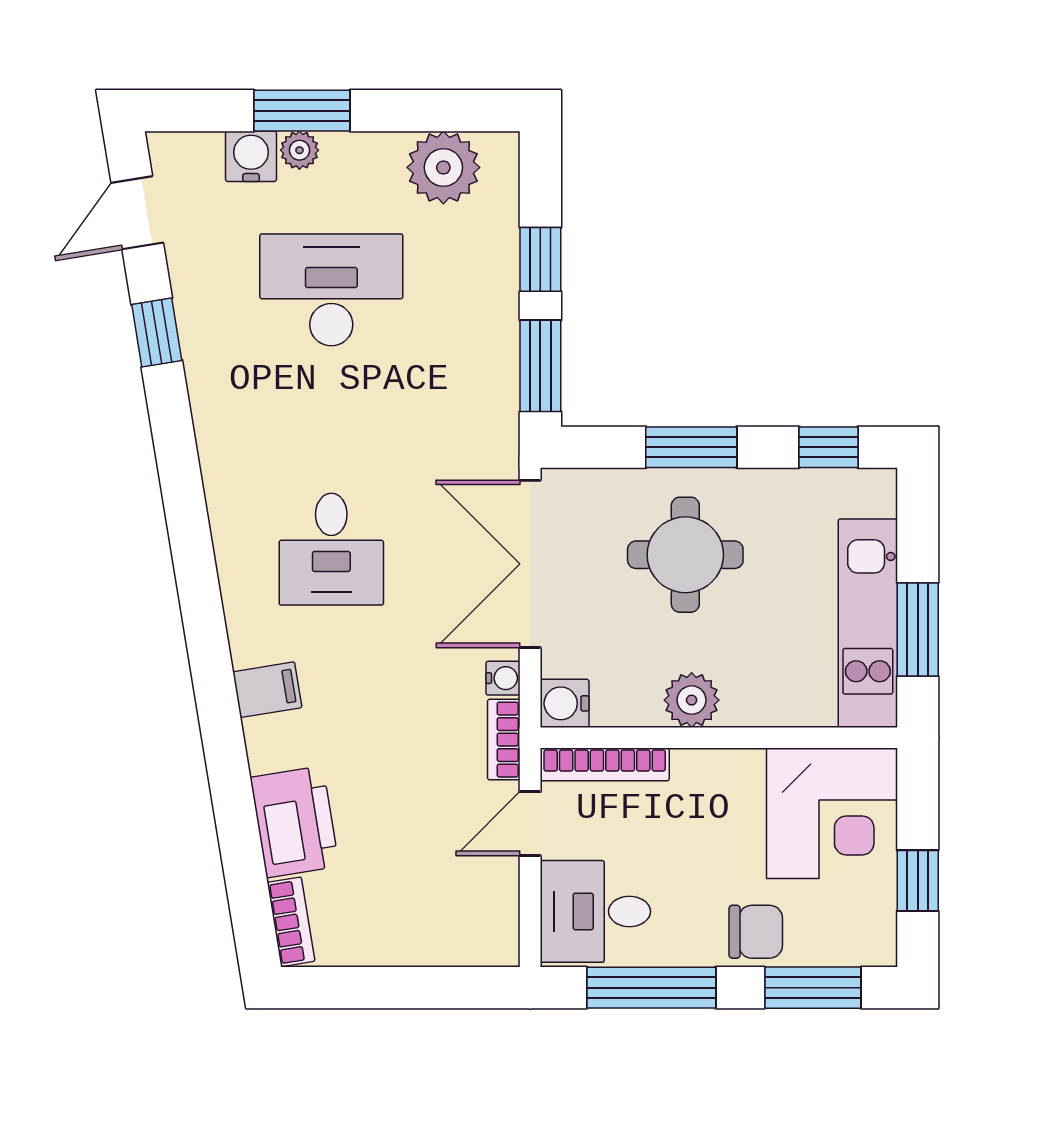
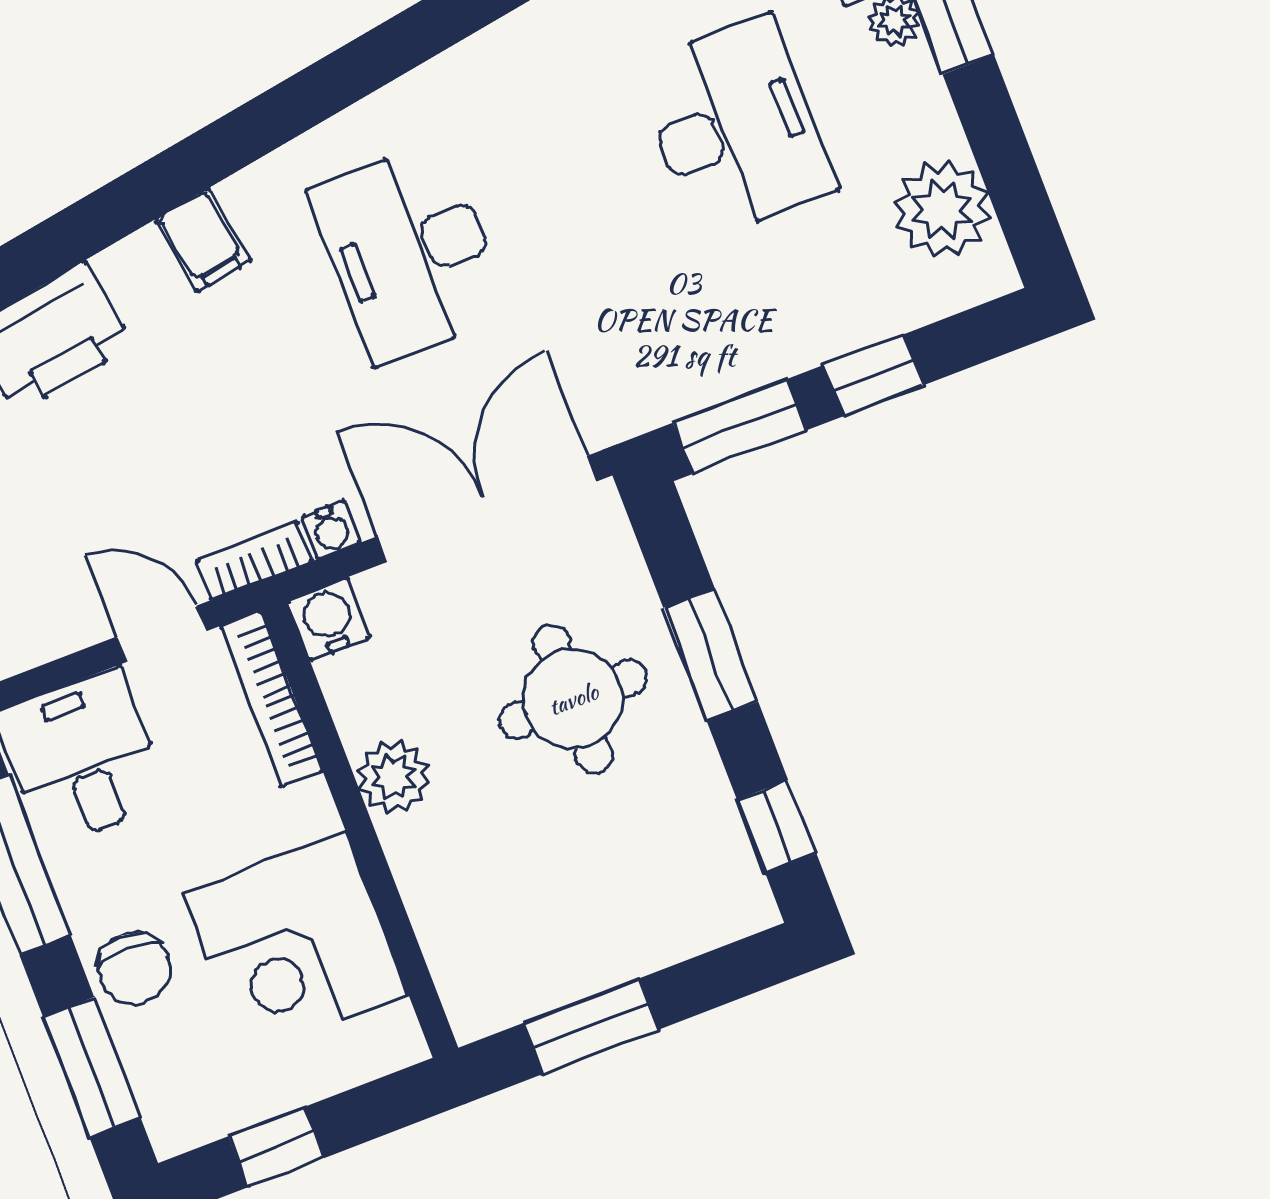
desk: (331, 549) -> (410, 253), width x1.37
kitchen unit: (868, 623) -> (575, 961), removed
corner desk: (832, 813) -> (295, 945), moved

